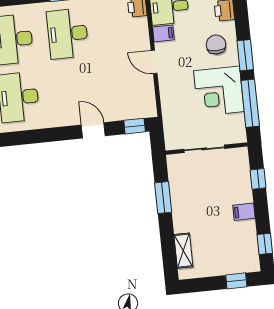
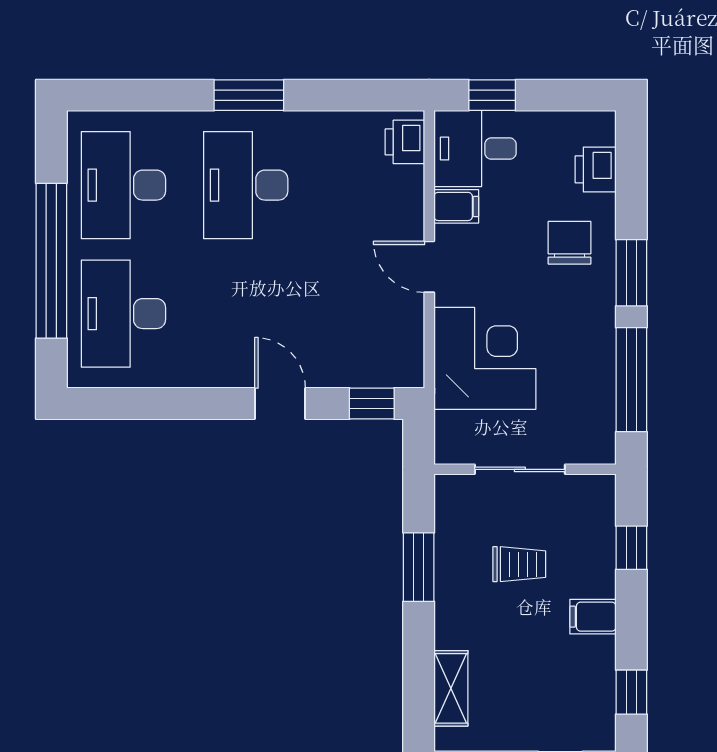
corner desk: (219, 91) -> (485, 358), moved, turned 180
trolley: (208, 192) -> (519, 564), added

